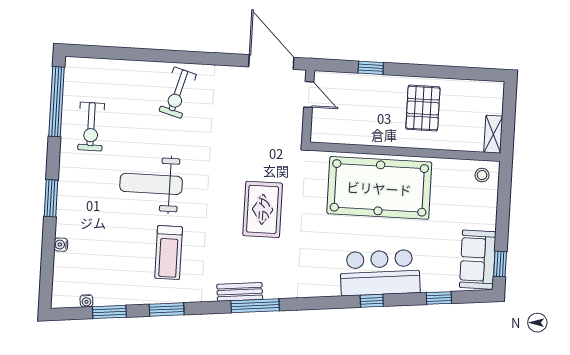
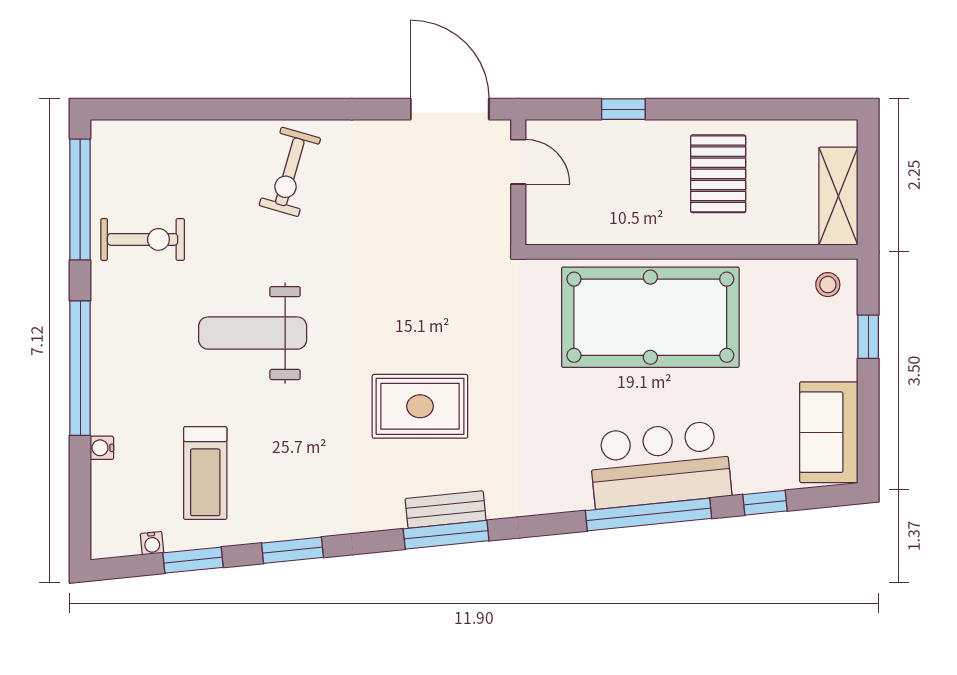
exercise bike: (91, 127) -> (143, 239), turned -90
shelving: (493, 134) -> (838, 196), width x1.50, depth x1.33
window: (51, 198) -> (80, 368), width x2.11
rug: (263, 209) -> (420, 406), moved, turned 90
treadmill: (169, 253) -> (205, 473), moved
window: (500, 264) -> (868, 337), moved
bench: (240, 292) -> (446, 510), moved
window: (372, 301) -> (648, 514), width x3.17

